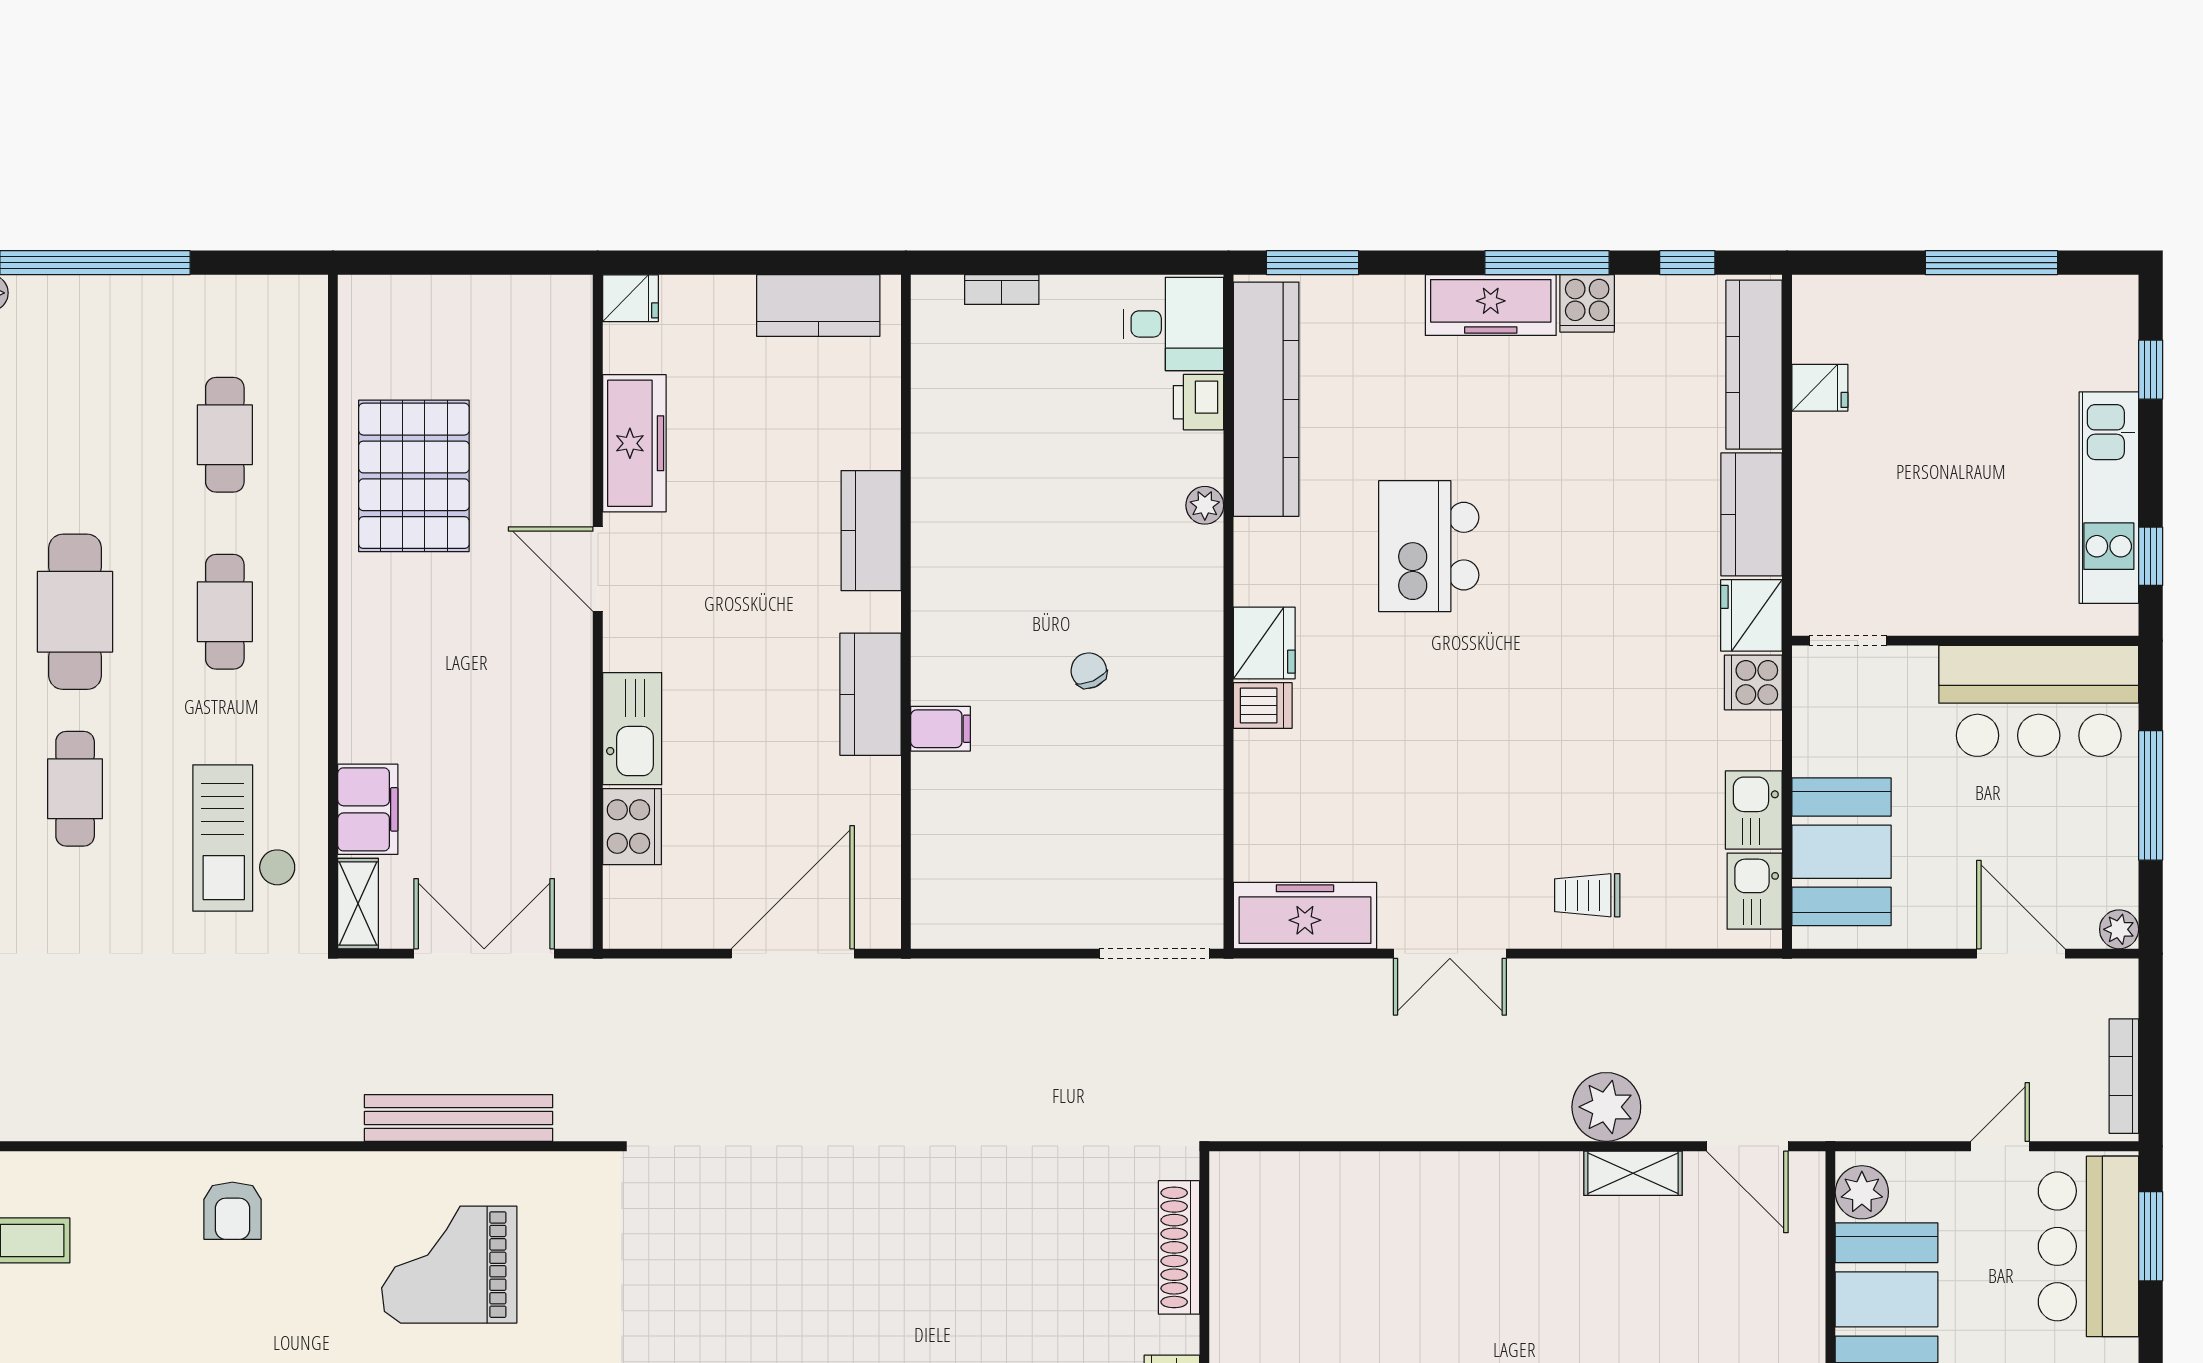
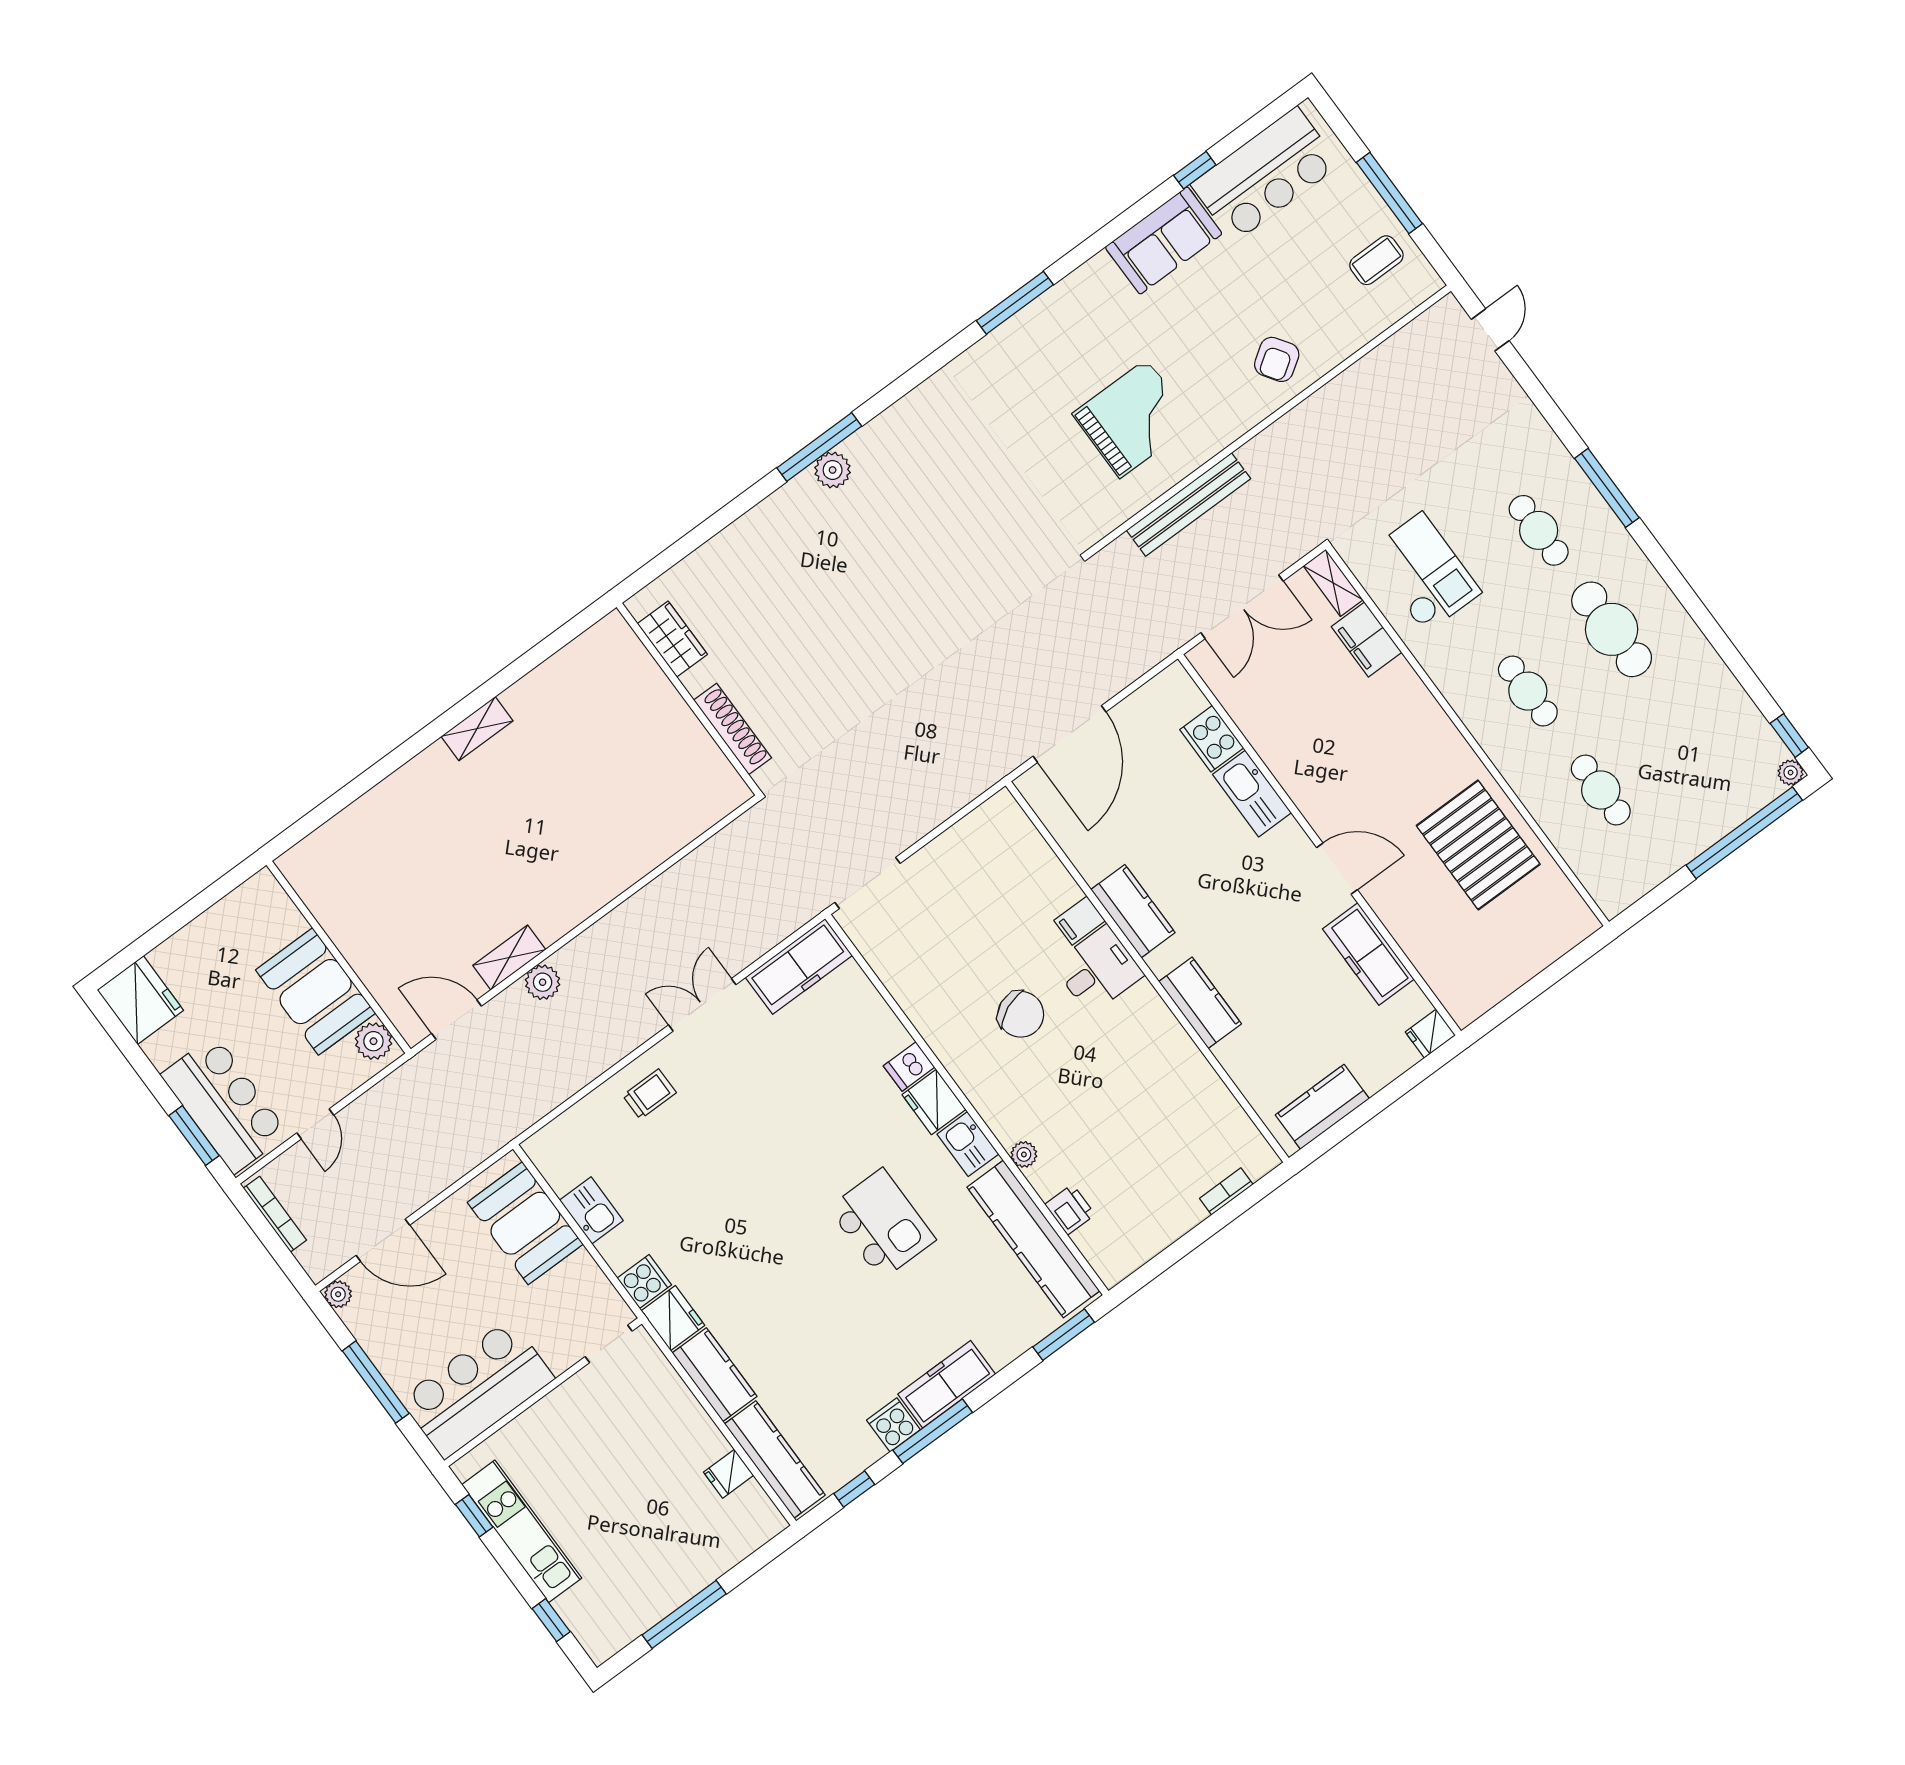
desk: (1173, 324) -> (1098, 970), moved, turned 180
chair: (1089, 671) -> (1021, 1014), width x1.87, depth x1.87
kitchen sink: (1755, 891) -> (968, 1144), moved, turned 180
plant: (1606, 1107) -> (543, 982), width x0.73, depth x0.73
armchair: (232, 1211) -> (1277, 359), turned -124

